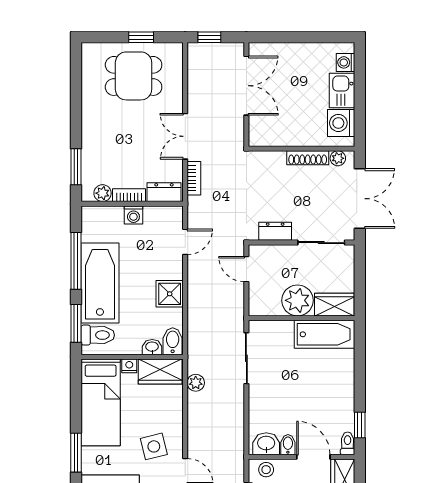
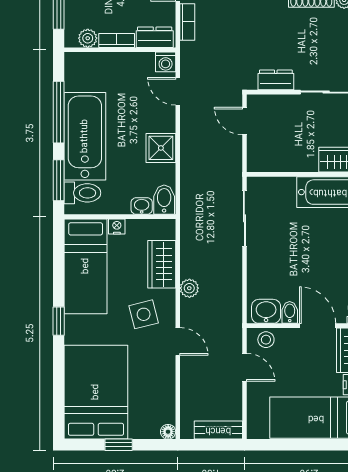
washing machine: (133, 215) -> (166, 62), moved
door: (185, 242) -> (178, 91), swing flipped
plant: (297, 300) -> (300, 155), removed
wardrobe: (160, 372) -> (162, 264), moved, turned 90
plant: (196, 383) -> (189, 288), moved
window: (76, 453) -> (59, 321), width x0.67

